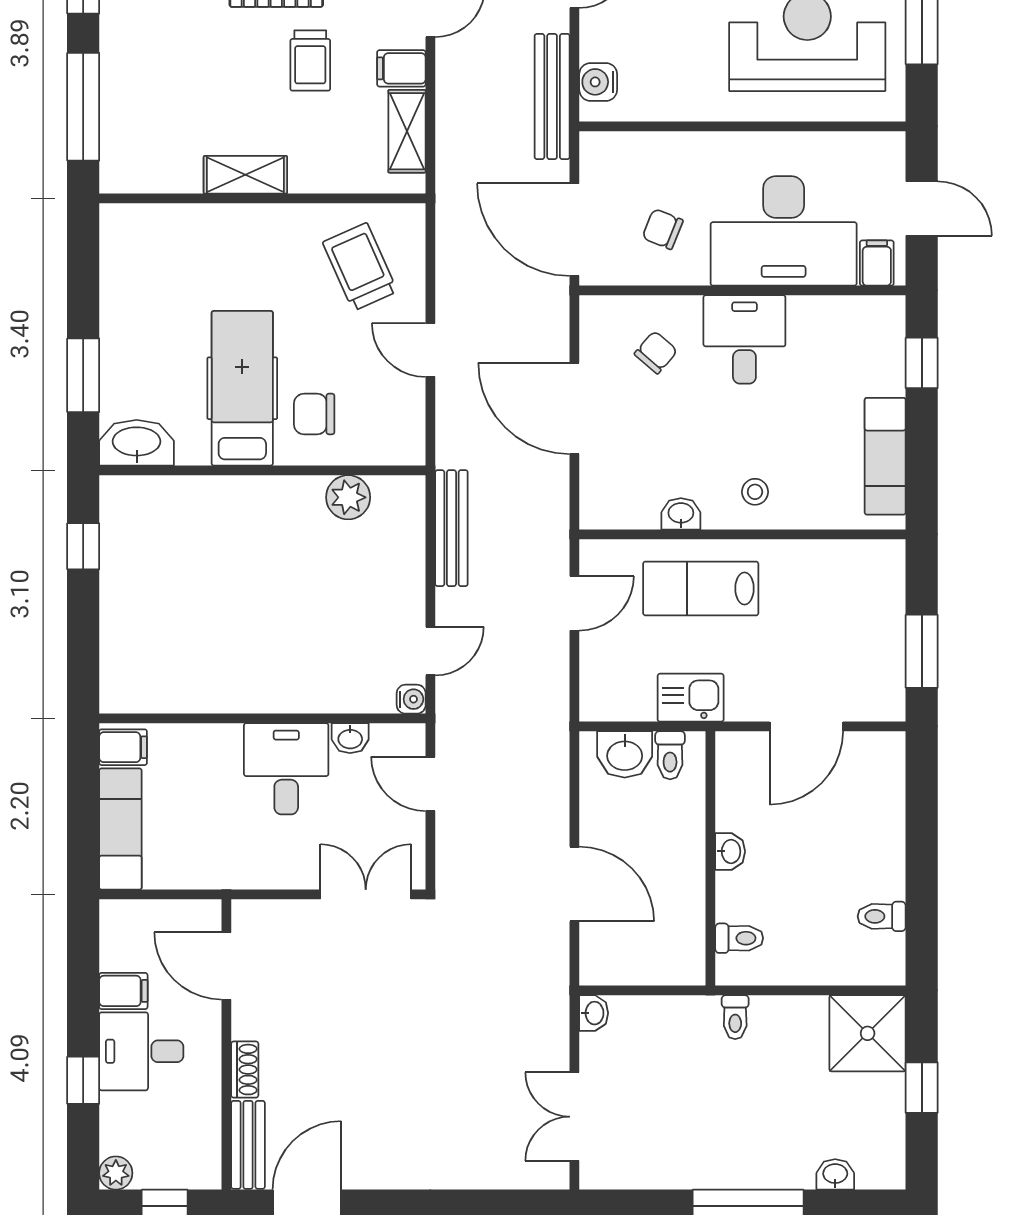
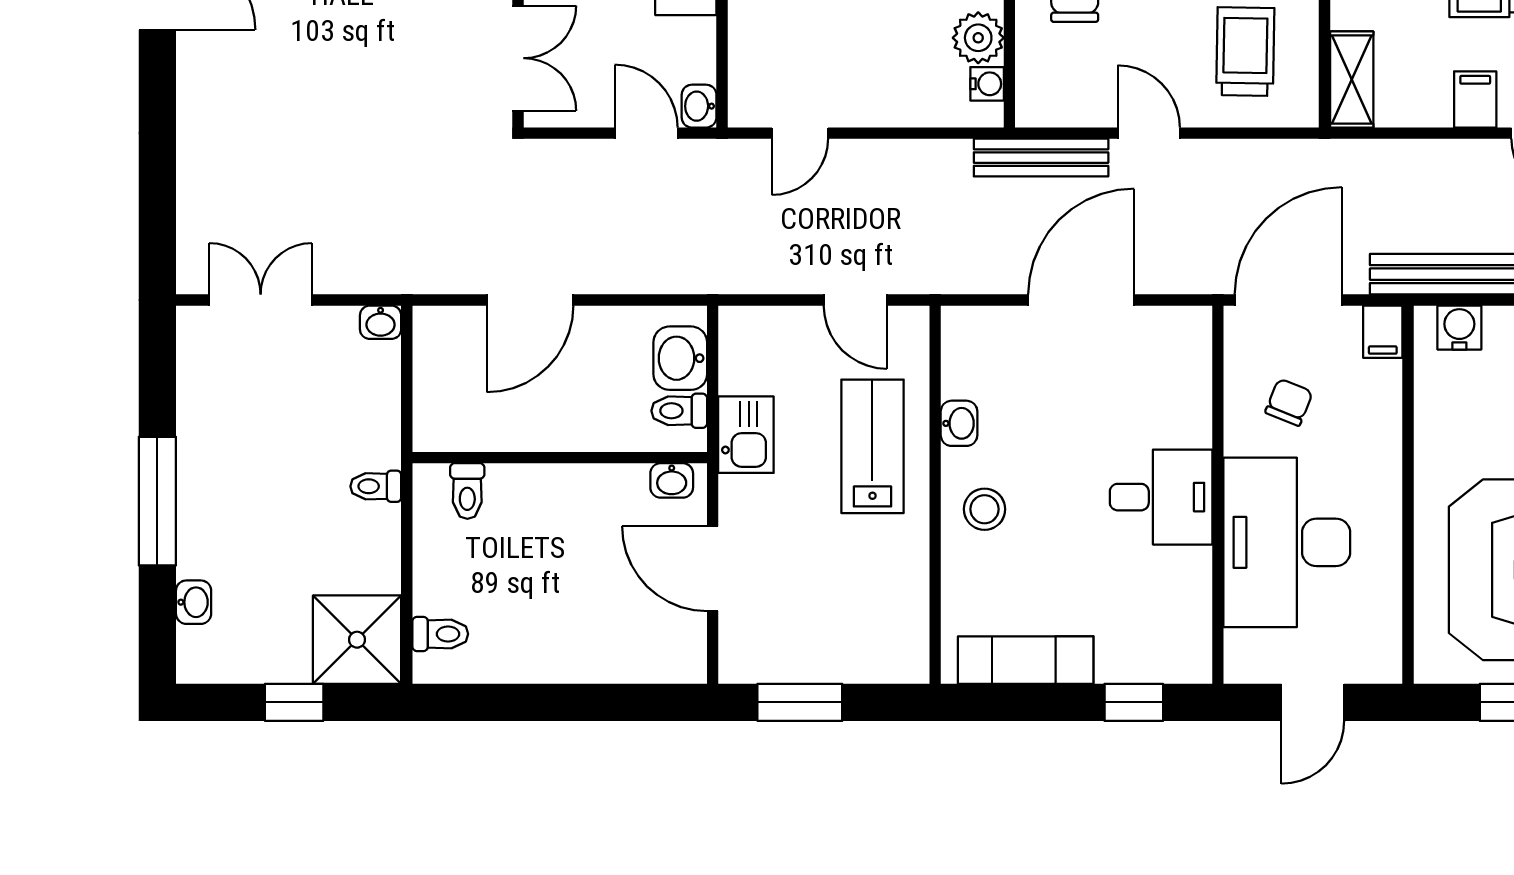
shelving: (407, 131) -> (1352, 80), moved, turned 90
filing cabinet: (877, 263) -> (1383, 332), moved, turned 90
trolley: (360, 267) -> (1245, 52), turned -65
door: (430, 350) -> (1149, 133), hinge flipped
chair: (656, 352) -> (1146, 394), removed
stool: (755, 492) -> (985, 509), width x1.37, depth x1.37
bench: (451, 528) -> (1041, 158), moved
door: (430, 651) -> (800, 133), hinge flipped
water cooler: (411, 699) -> (987, 84), moved, turned -90
washbasin: (350, 738) -> (699, 106), moved
door: (430, 784) -> (646, 133), hinge flipped
washbasin: (730, 851) -> (672, 480), moved
toilet: (882, 916) -> (440, 634), moved, turned 90

